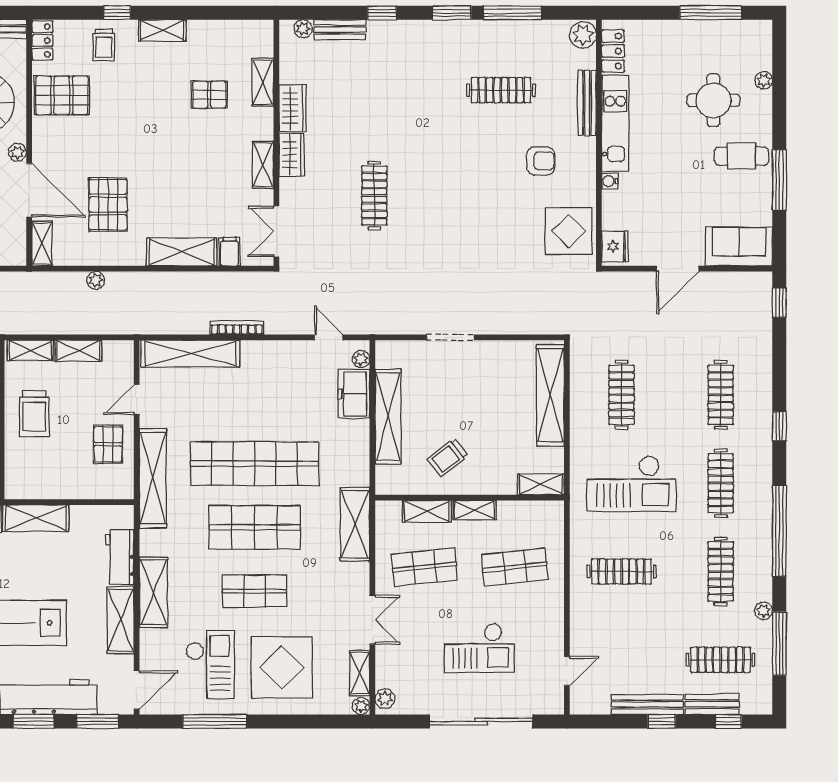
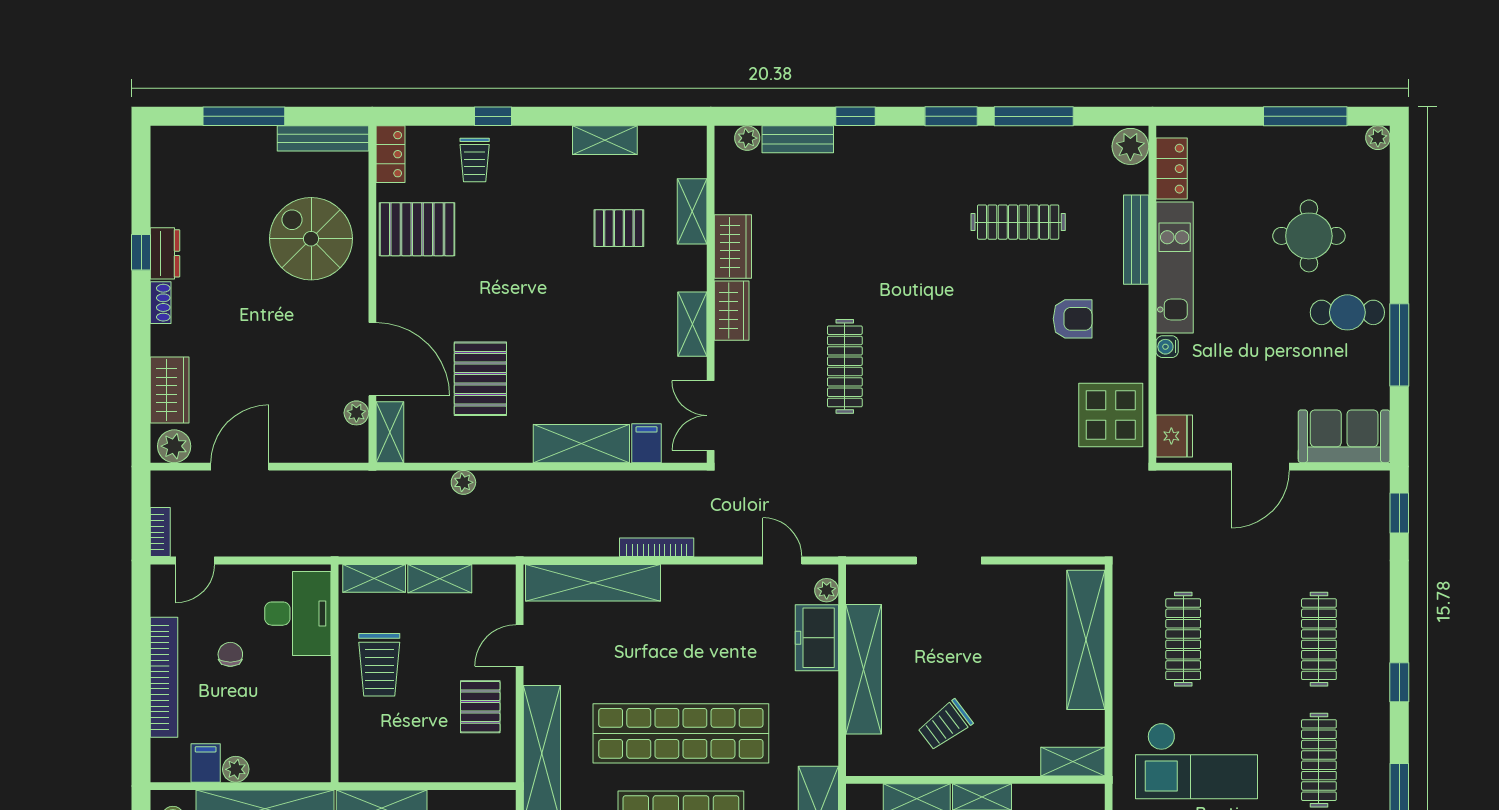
shelving: (162, 30) -> (605, 140), moved
plant: (764, 80) -> (1378, 138), moved
plant: (17, 152) -> (356, 413), moved

